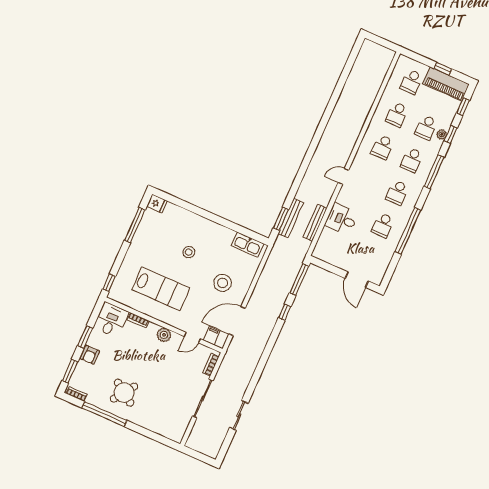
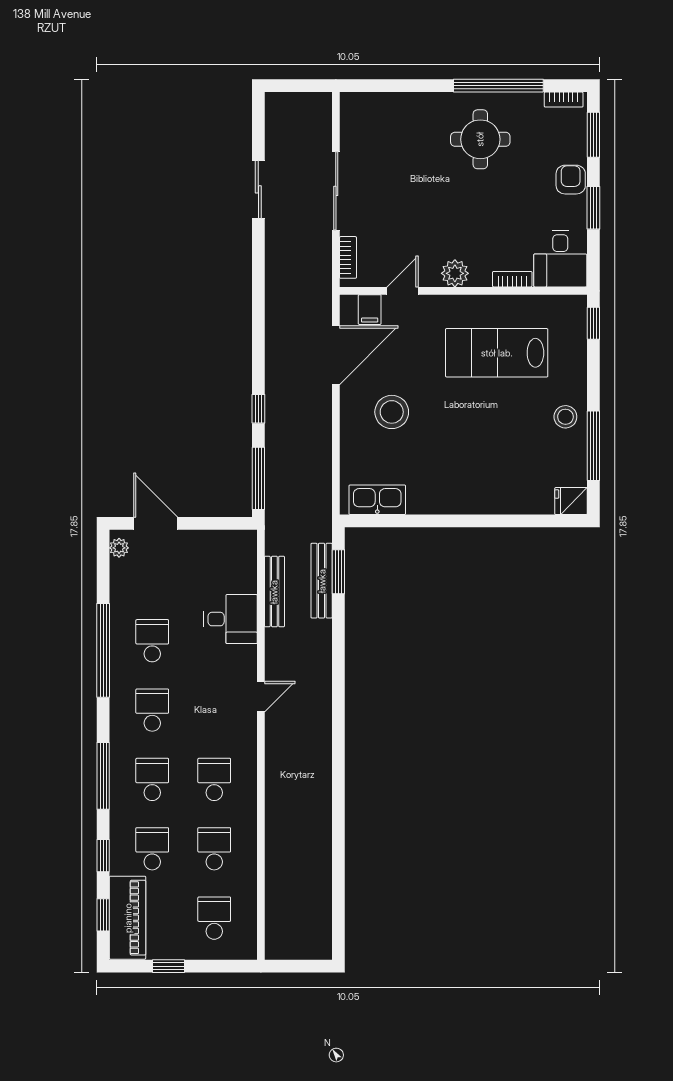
piano: (446, 84) -> (128, 918), moved, turned 90
plant: (442, 134) -> (119, 548), moved
stool: (189, 252) -> (565, 417), moved
round table: (124, 393) -> (480, 139), turned -35

